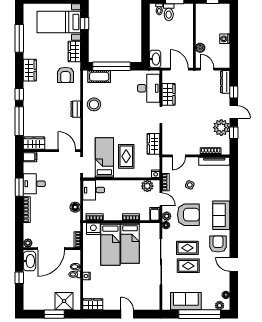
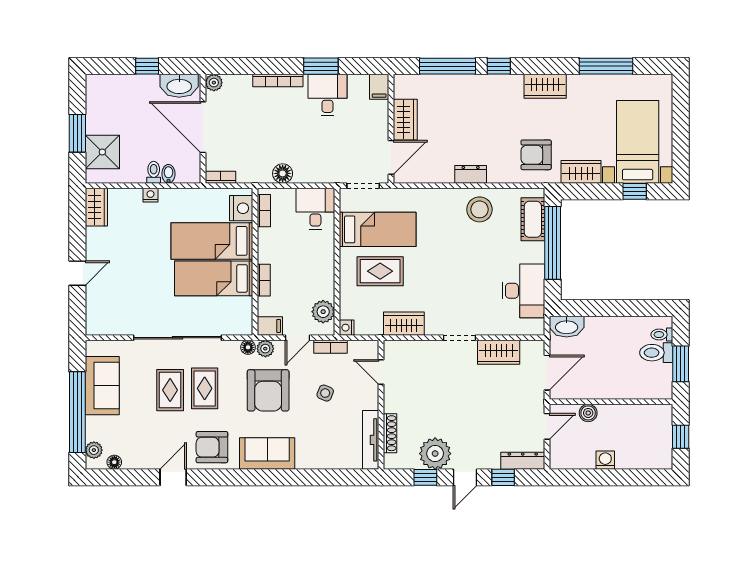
desk: (149, 88) -> (523, 291), moved, turned -90
wardrobe: (34, 143) -> (405, 120), moved
armchair: (218, 244) -> (212, 447), turned 180

